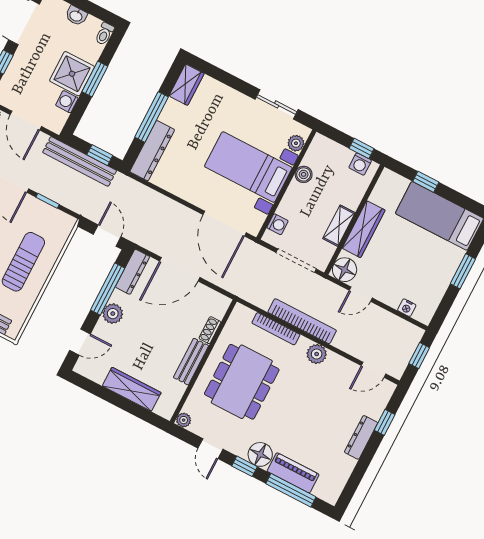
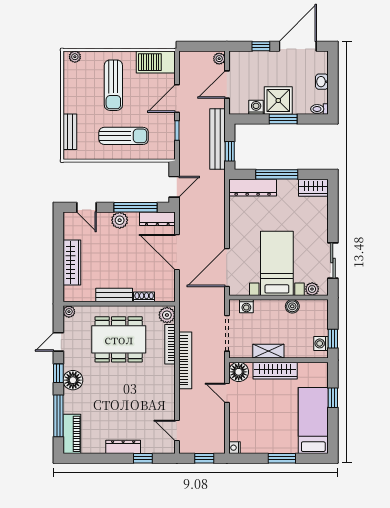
nightstand: (407, 308) -> (234, 448), moved
plant: (317, 354) -> (167, 315), moved
piano: (293, 473) -> (72, 434), moved

